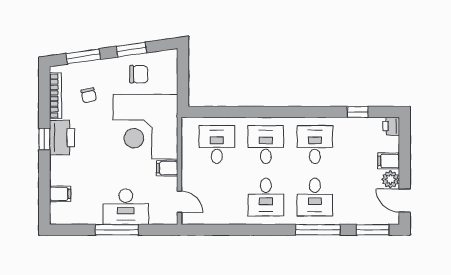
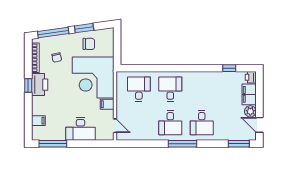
window: (83, 56) -> (53, 32), width x1.44
desk: (315, 145) -> (202, 89), removed
filing cabinet: (389, 161) -> (249, 94), width x2.00
window: (117, 230) -> (53, 144), moved
window: (318, 230) -> (183, 144), moved

